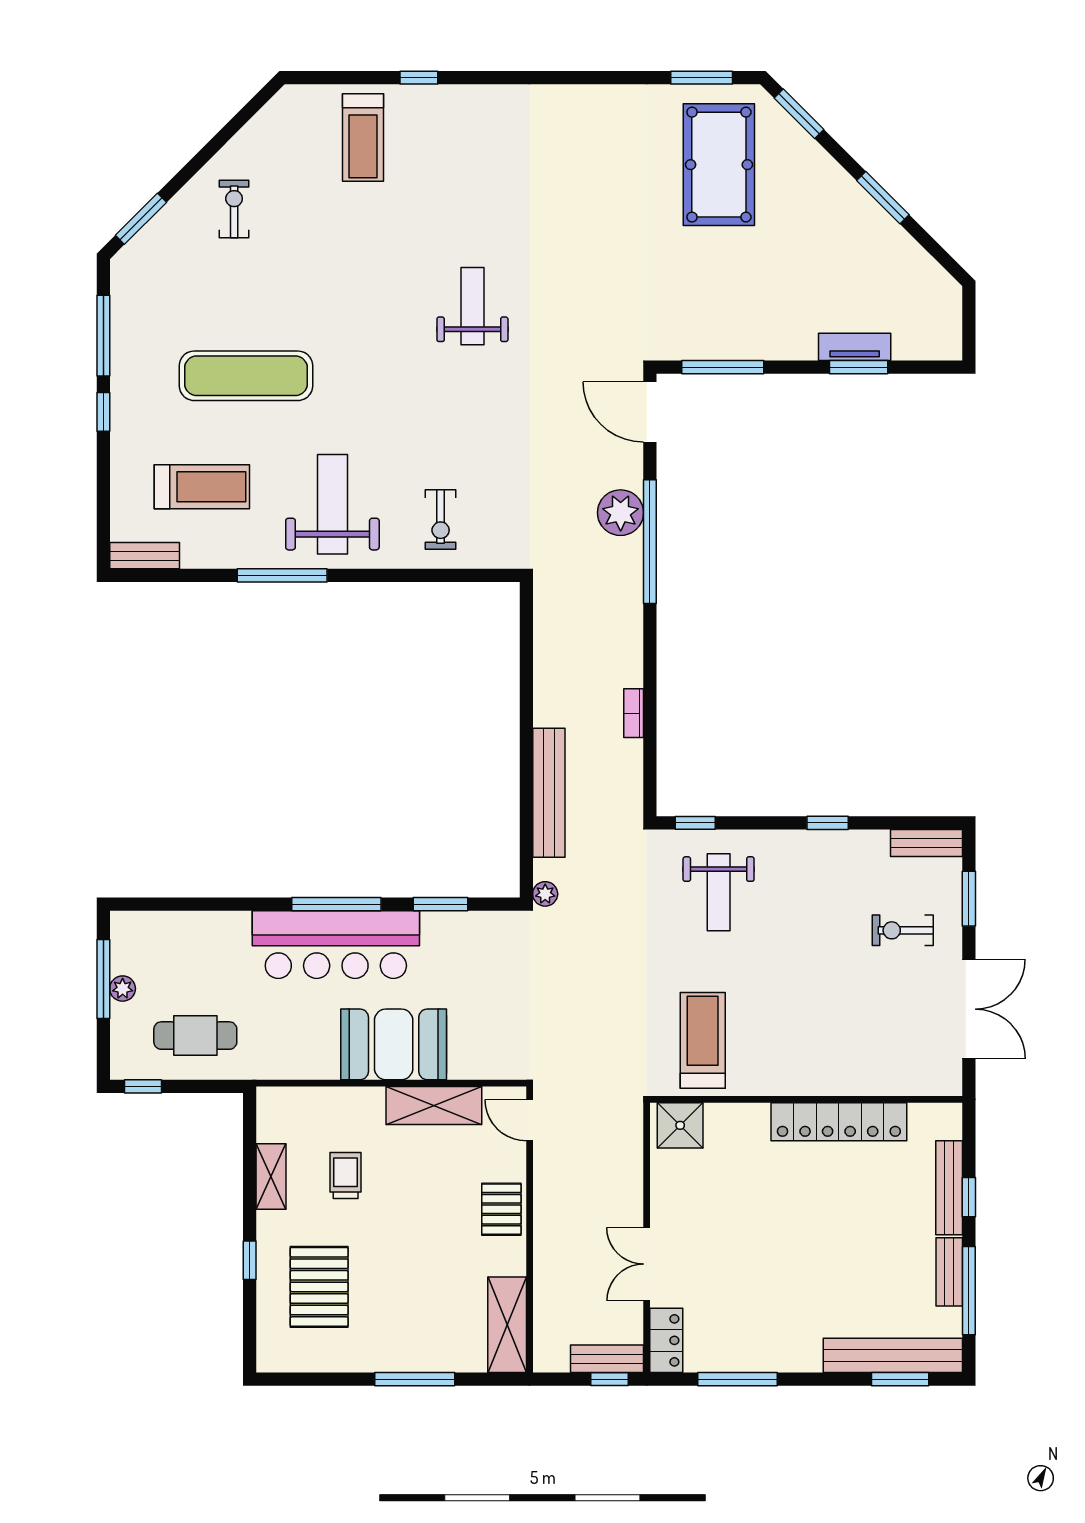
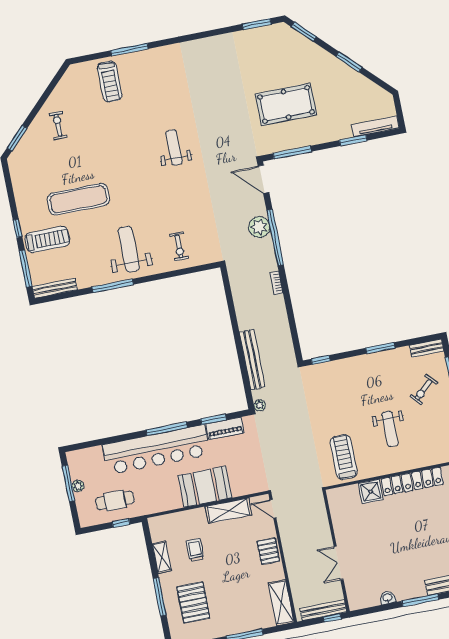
window: (419, 78) -> (129, 50), width x2.17
pool table: (719, 165) -> (286, 104), moved, turned 90
window: (103, 336) -> (26, 269), moved
tv unit: (855, 347) -> (375, 126), moved, width x1.41
treadmill: (202, 487) -> (47, 239), moved
bench: (145, 556) -> (55, 288), width x1.36
bookcase: (634, 713) -> (276, 283), moved
window: (828, 823) -> (380, 348), width x1.50
weight bench: (719, 892) -> (390, 429), moved
piano: (461, 928) -> (225, 428), added
exercise bike: (903, 930) -> (424, 390), turned -42
bar counter: (336, 945) -> (156, 450), width x1.36
window: (143, 1086) -> (121, 523), moved
shower: (680, 1125) -> (371, 491), moved
window: (250, 1260) -> (160, 597), width x2.17
locker: (666, 1340) -> (354, 595), removed
bench: (607, 1359) -> (323, 610), width x1.36
washbasin: (737, 1360) -> (388, 598), added
window: (737, 1379) -> (420, 600), moved

